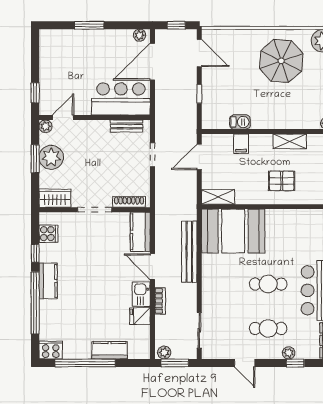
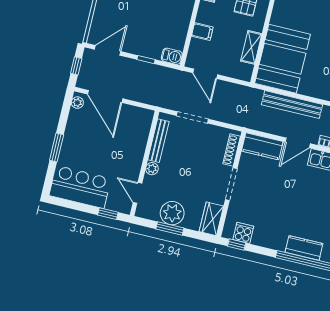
bar counter: (121, 99) -> (80, 187), moved, turned 90
barbecue: (240, 122) -> (172, 56), moved, turned 90
plant: (45, 126) -> (152, 169), moved
bench: (127, 126) -> (158, 141), width x1.36
doorway: (152, 155) -> (193, 117), width x1.38
shelving: (218, 197) -> (251, 47), moved
window: (35, 253) -> (237, 245), moved
kitchen counter: (48, 281) -> (304, 248), moved

